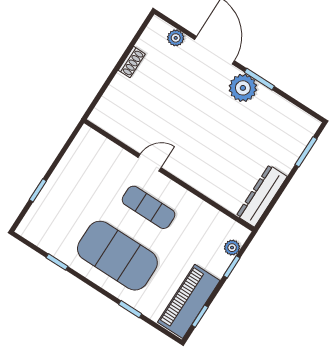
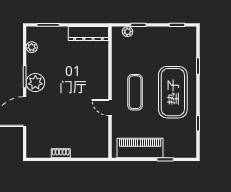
plant: (176, 38) -> (32, 47), moved
piano: (189, 301) -> (140, 148), moved, turned 180

